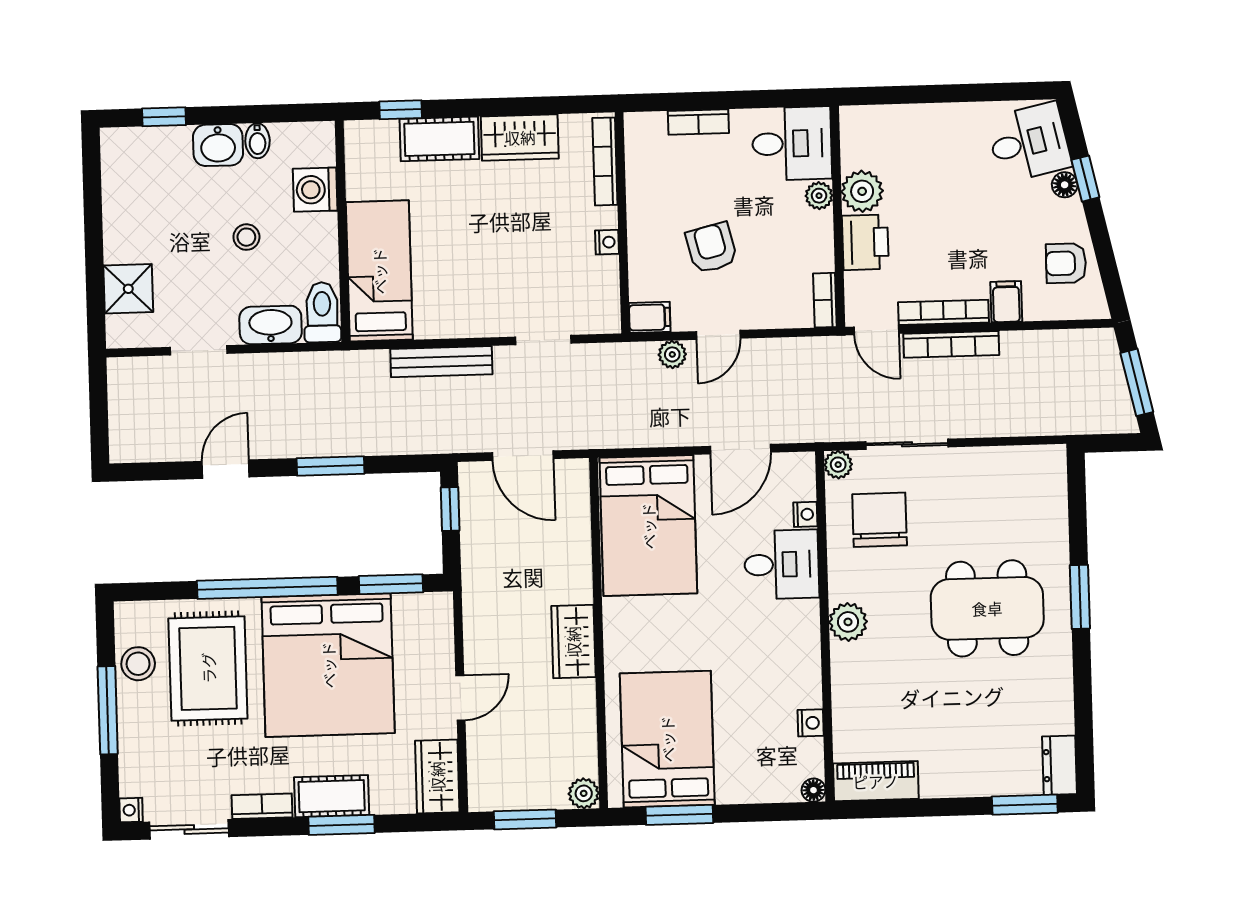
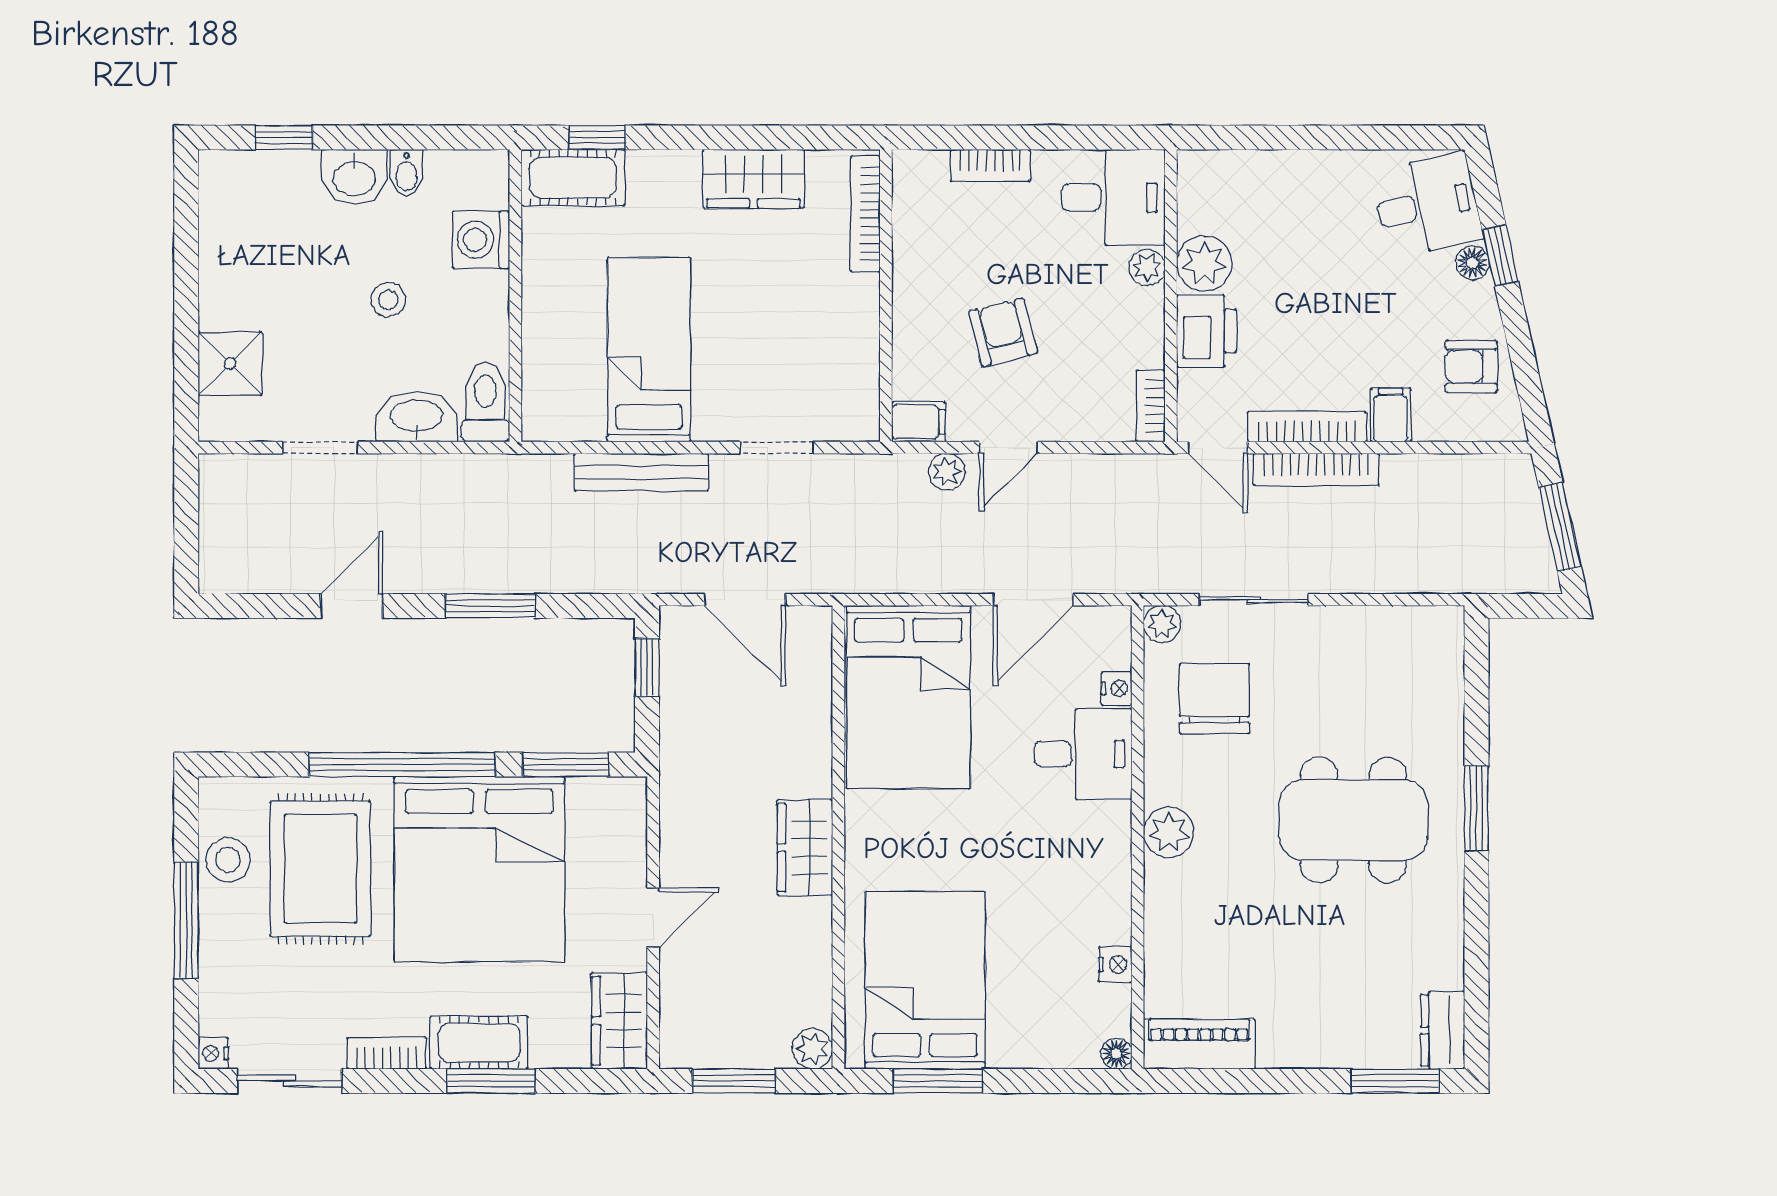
cot: (439, 139) -> (573, 178), moved
nightstand: (607, 242) -> (865, 321), removed
bed: (379, 271) -> (649, 350), moved

